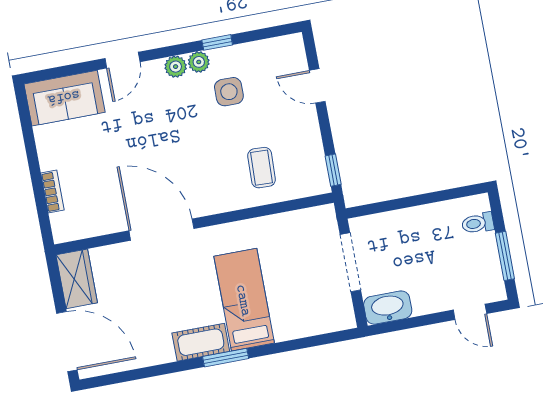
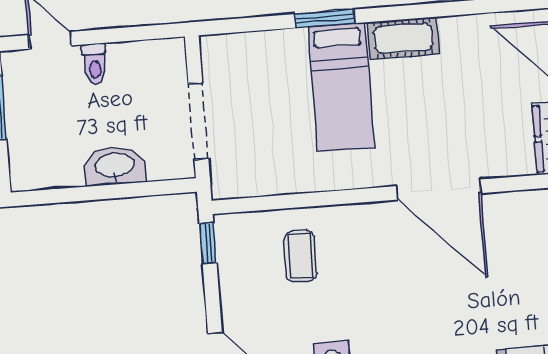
toilet: (478, 223) -> (95, 64), moved, turned 90
washbasin: (388, 308) -> (115, 166), moved, turned 180
window: (226, 358) -> (325, 19), moved

